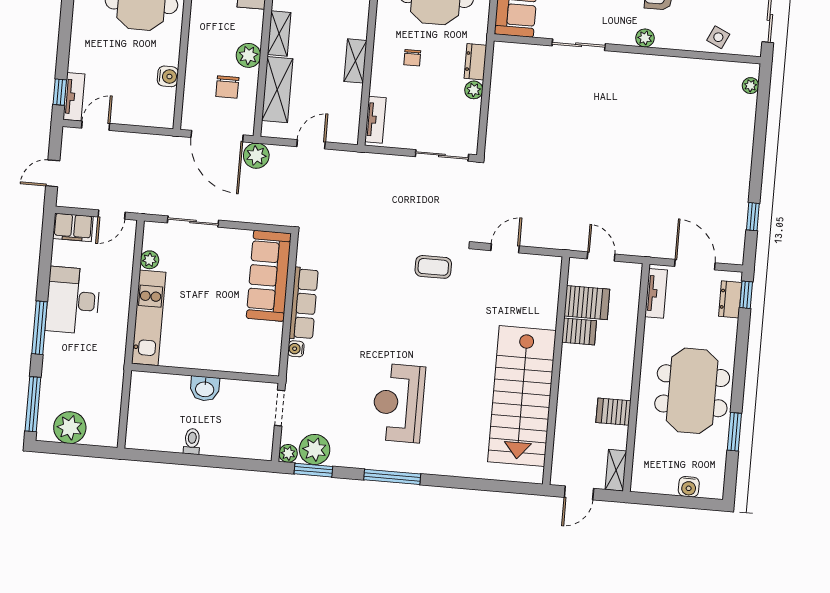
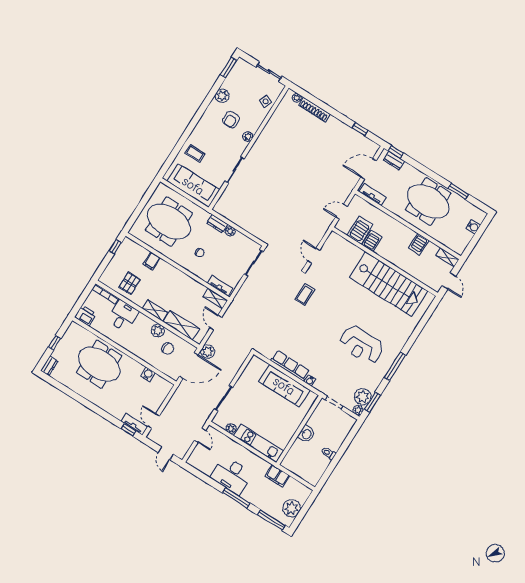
shelving: (355, 61) -> (215, 299), moved
shoe rack: (746, 125) -> (314, 110), added
filing cabinet: (73, 227) -> (277, 476), moved, turned 90
sofa: (269, 276) -> (284, 386), moved

